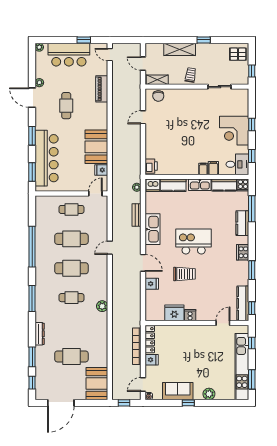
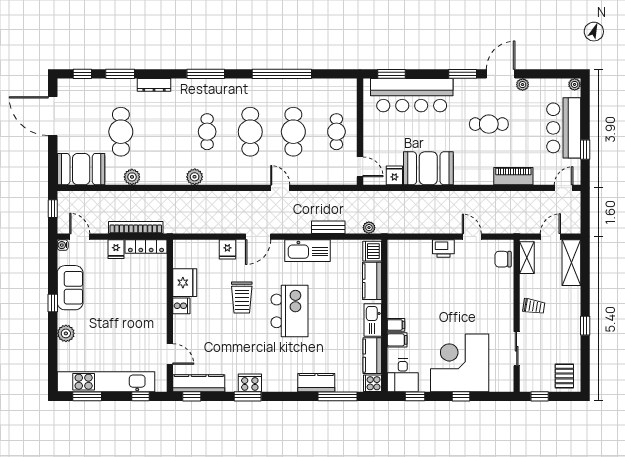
shelving: (180, 49) -> (571, 263), moved
corner desk: (234, 131) -> (460, 363), width x1.36, depth x1.36
window: (32, 136) -> (463, 74), moved
printer: (151, 166) -> (443, 249), moved
cooker: (243, 252) -> (250, 383), moved
plant: (102, 349) -> (132, 177), added

